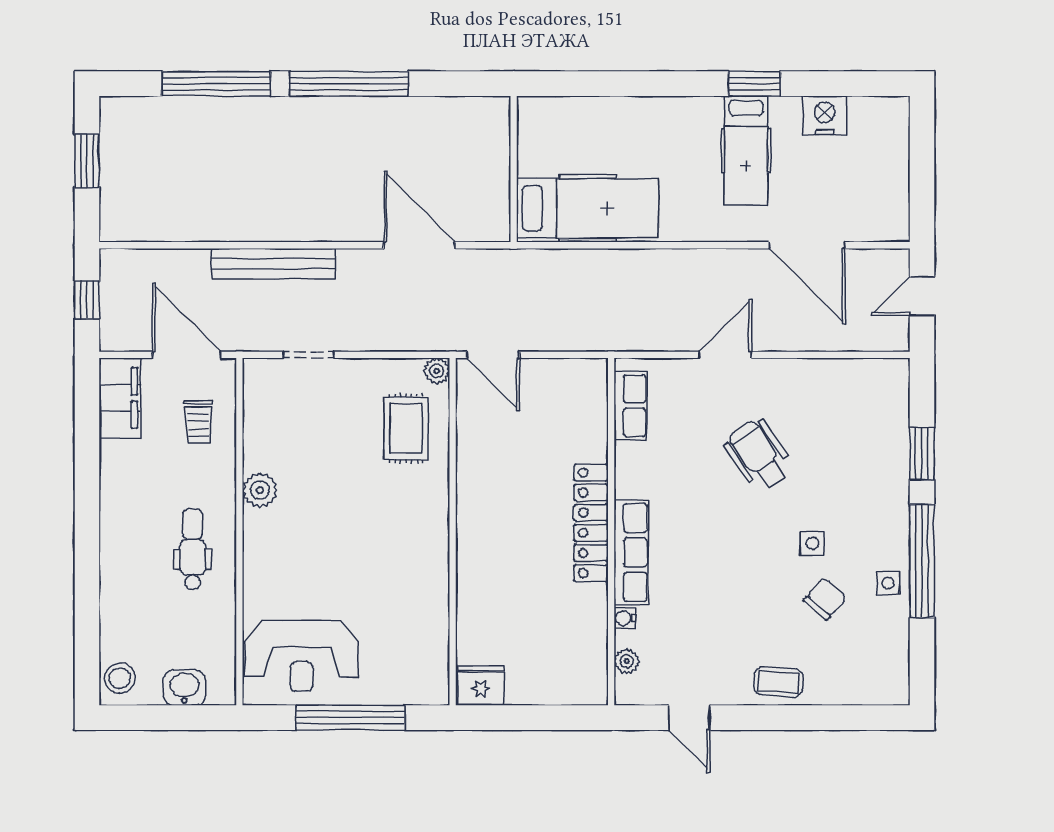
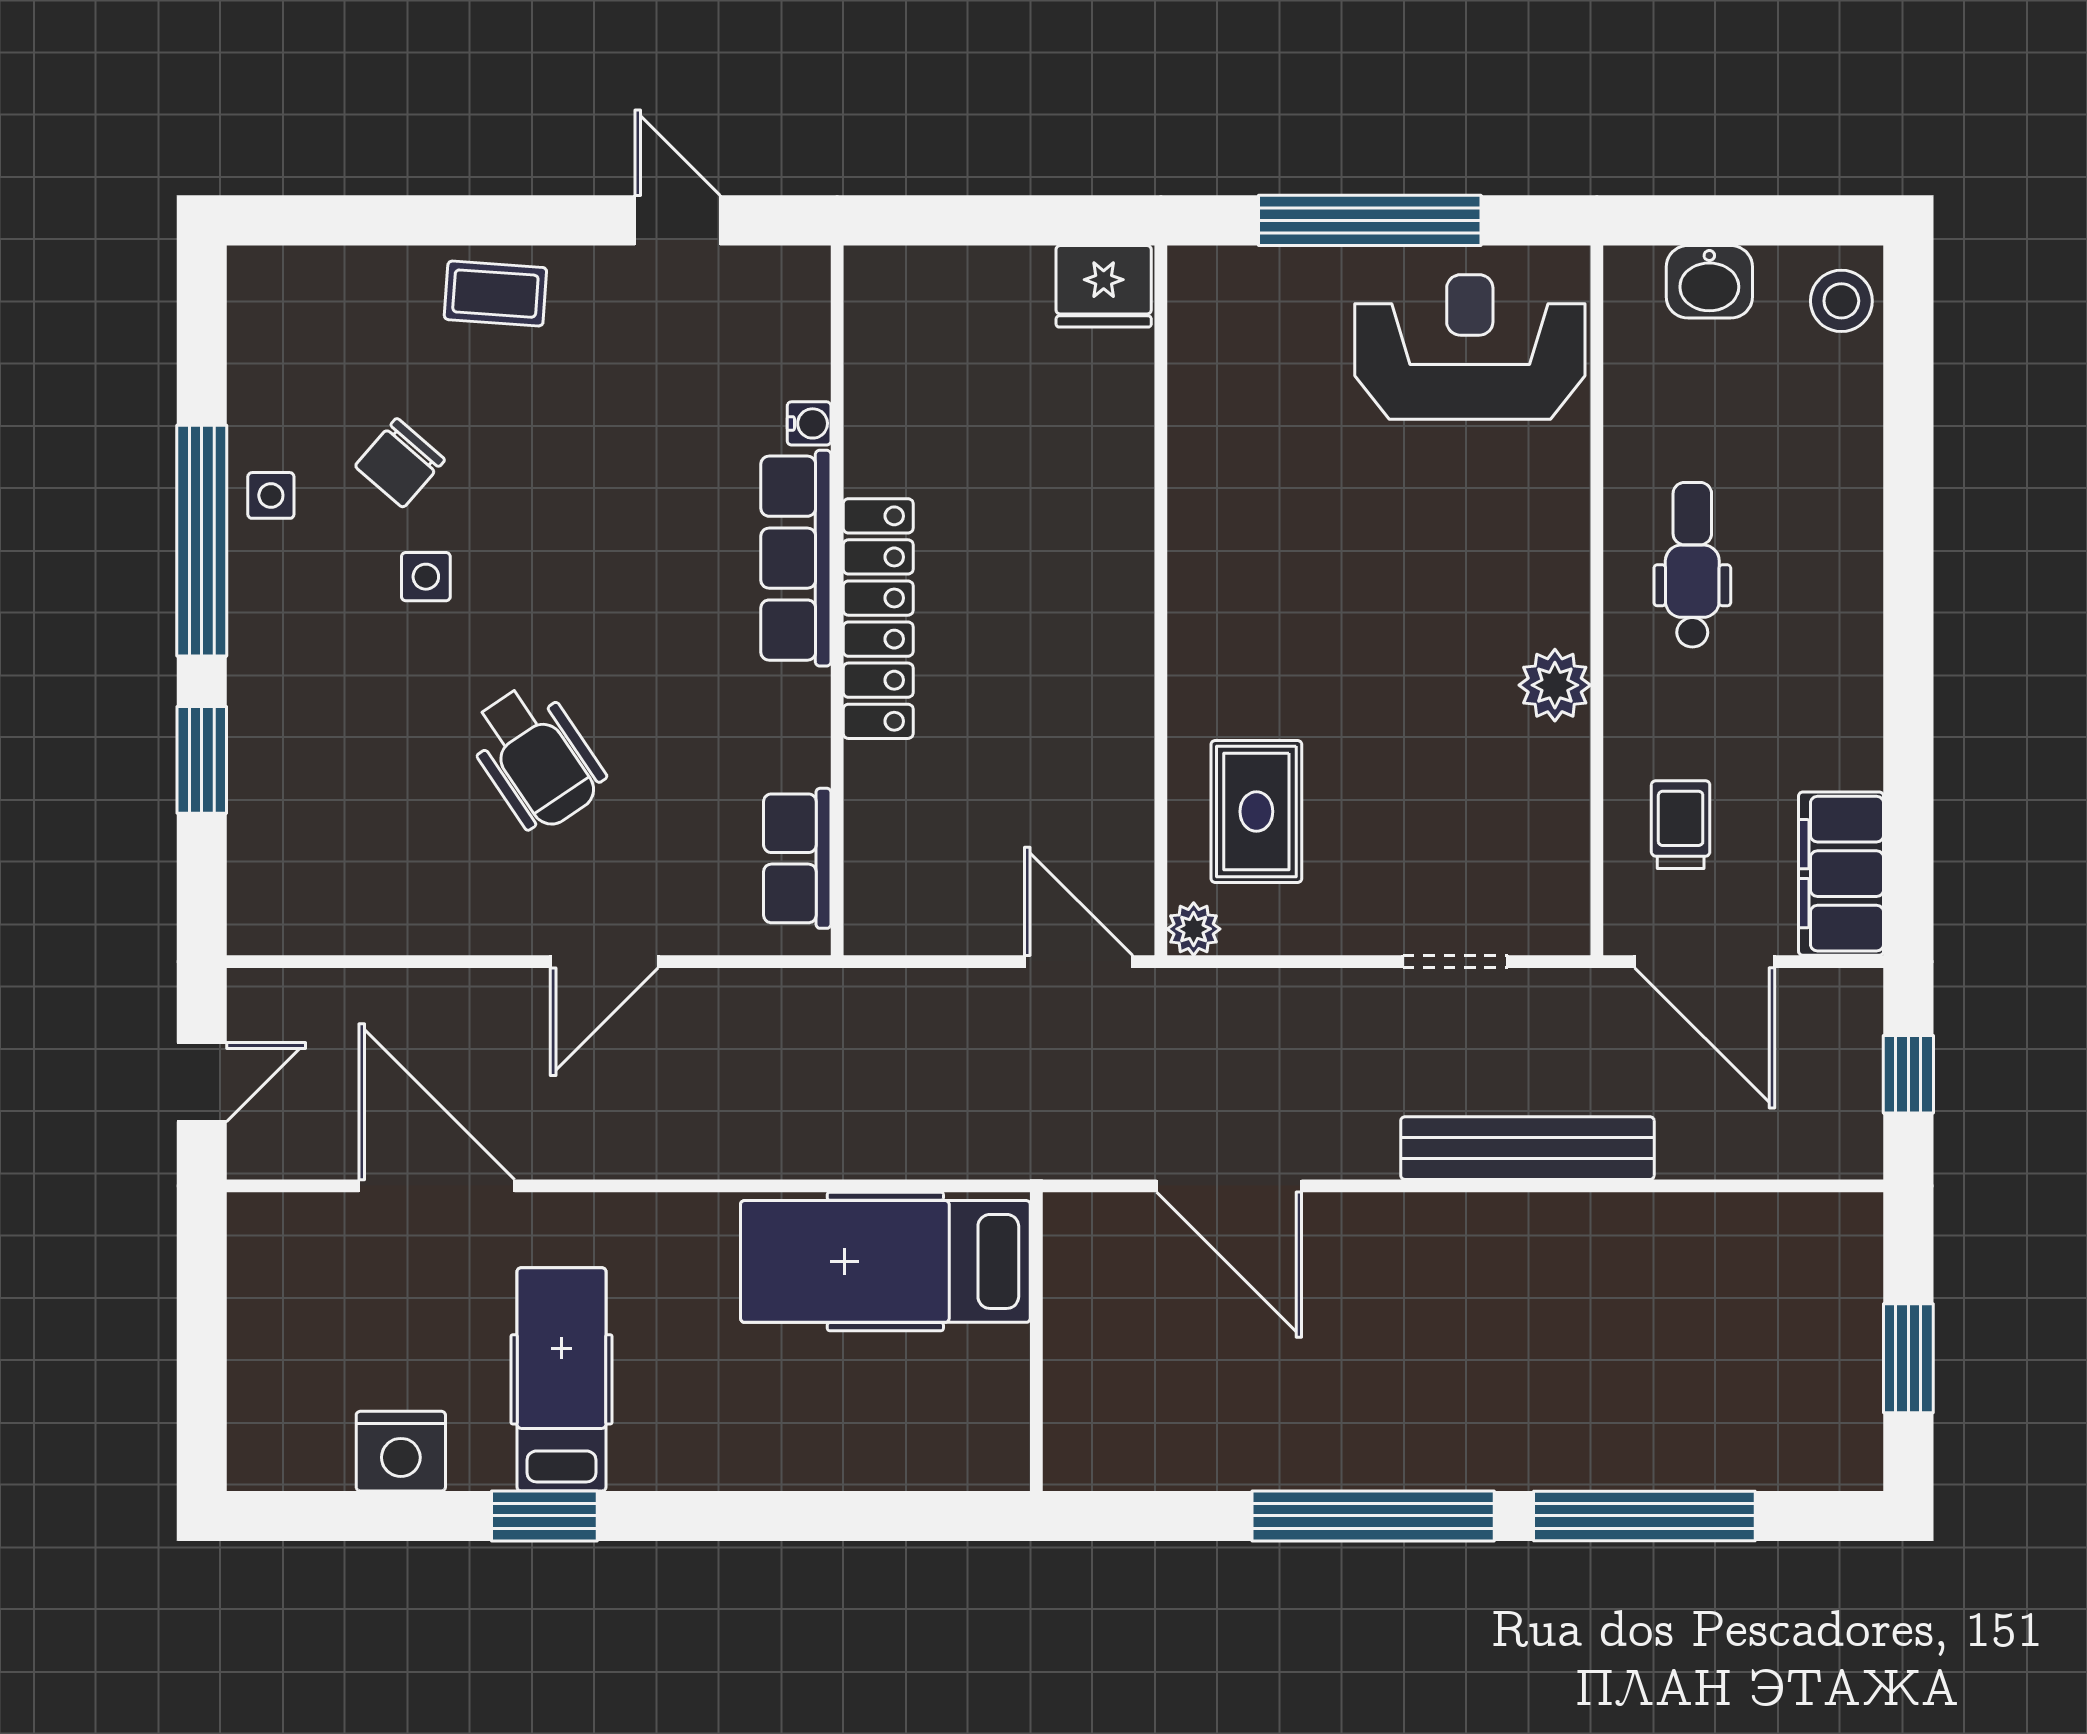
dental chair: (193, 549) -> (1692, 565), turned 180
plant: (627, 661) -> (805, 336), removed

